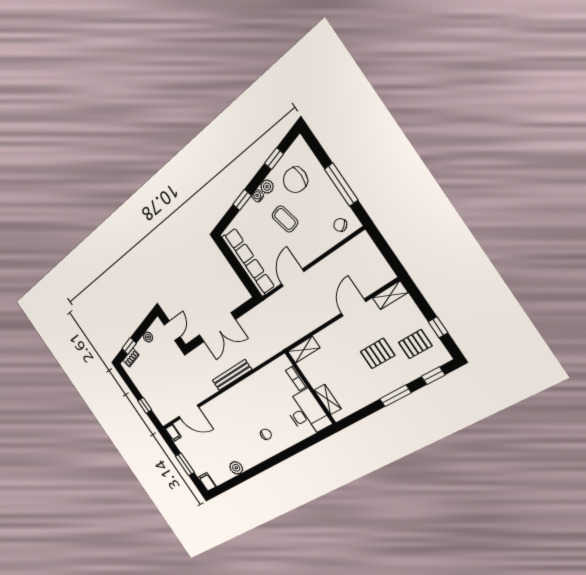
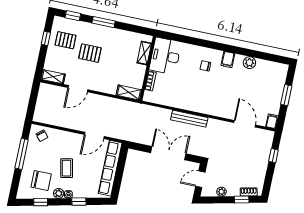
filing cabinet: (207, 482) -> (228, 59), moved

